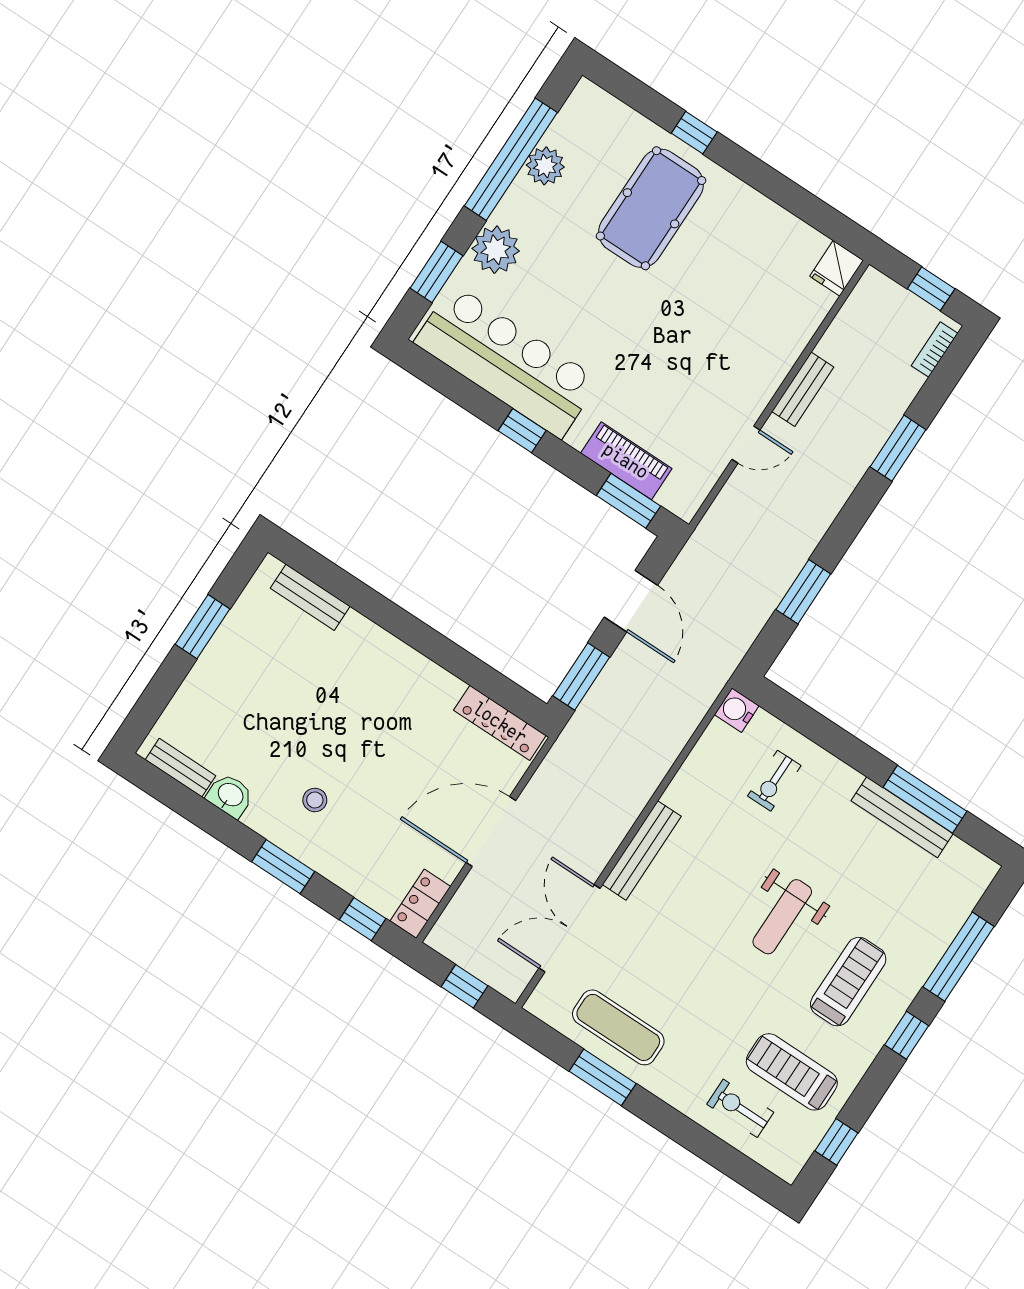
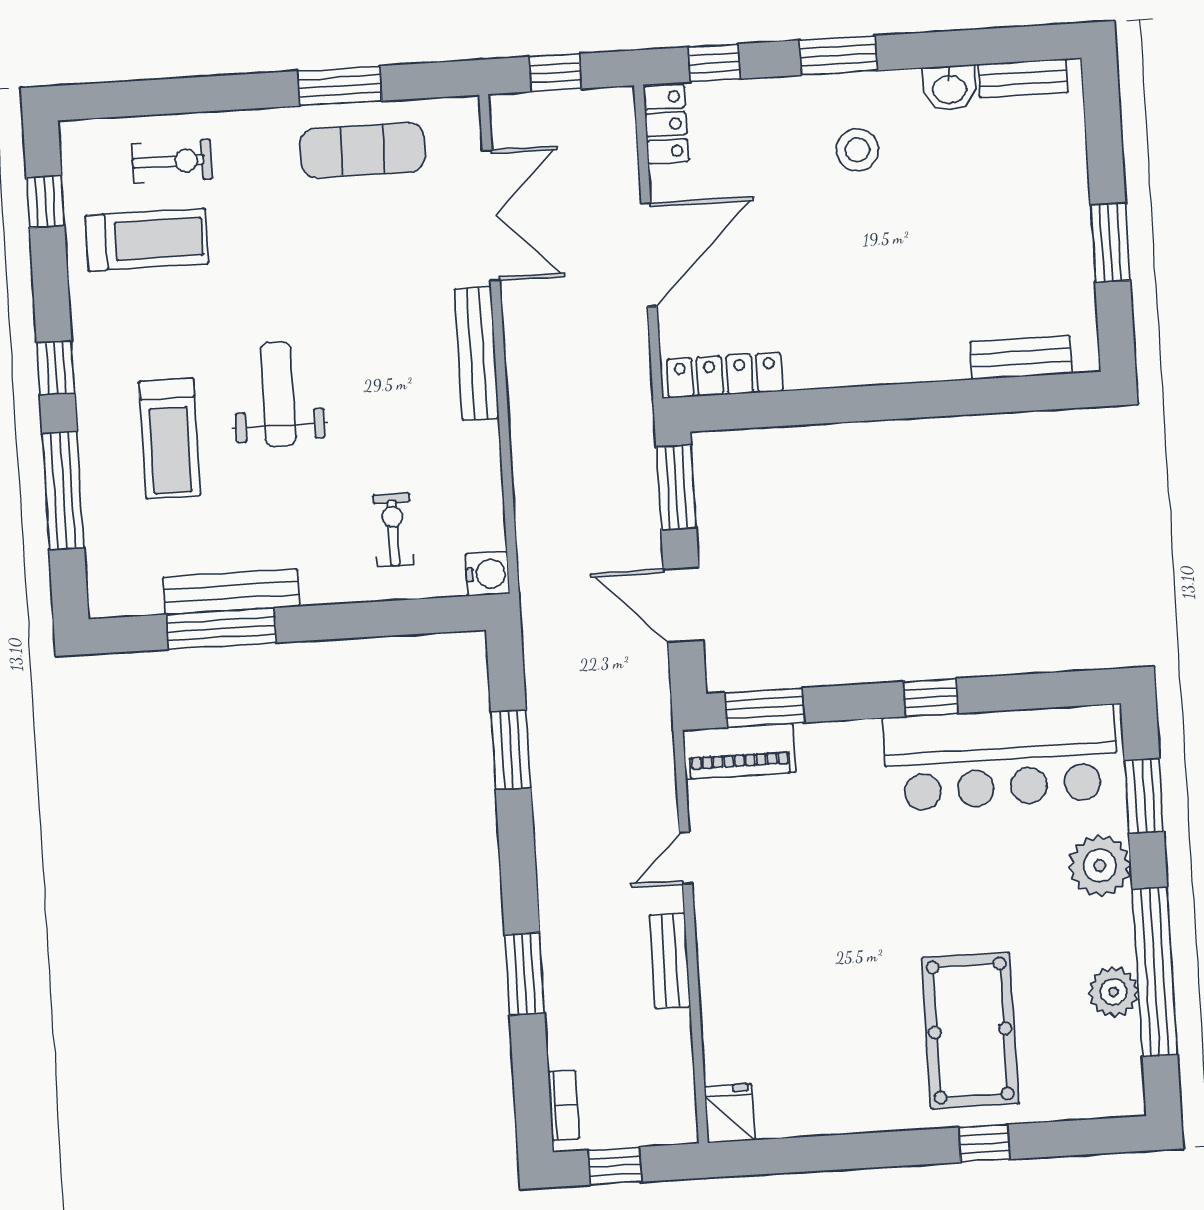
piano: (626, 461) -> (739, 751), moved
stool: (315, 800) -> (857, 150), width x1.37, depth x1.37
treadmill: (848, 982) -> (170, 438), moved

